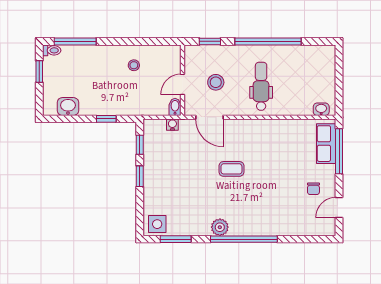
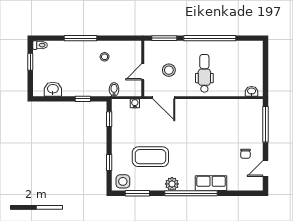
window: (75, 41) -> (80, 38), moved
window: (210, 41) -> (164, 38), width x1.50
bidet: (175, 107) -> (114, 89), moved
row of seats: (326, 144) -> (211, 183), moved, turned 90
coffee table: (231, 169) -> (150, 157), moved, width x1.86, depth x1.72
window: (140, 176) -> (109, 162), moved

